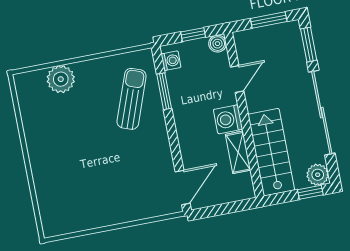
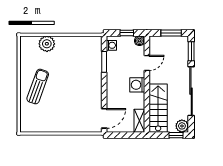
sun lounger: (132, 99) -> (38, 87), moved
shelving: (238, 152) -> (139, 121), moved

